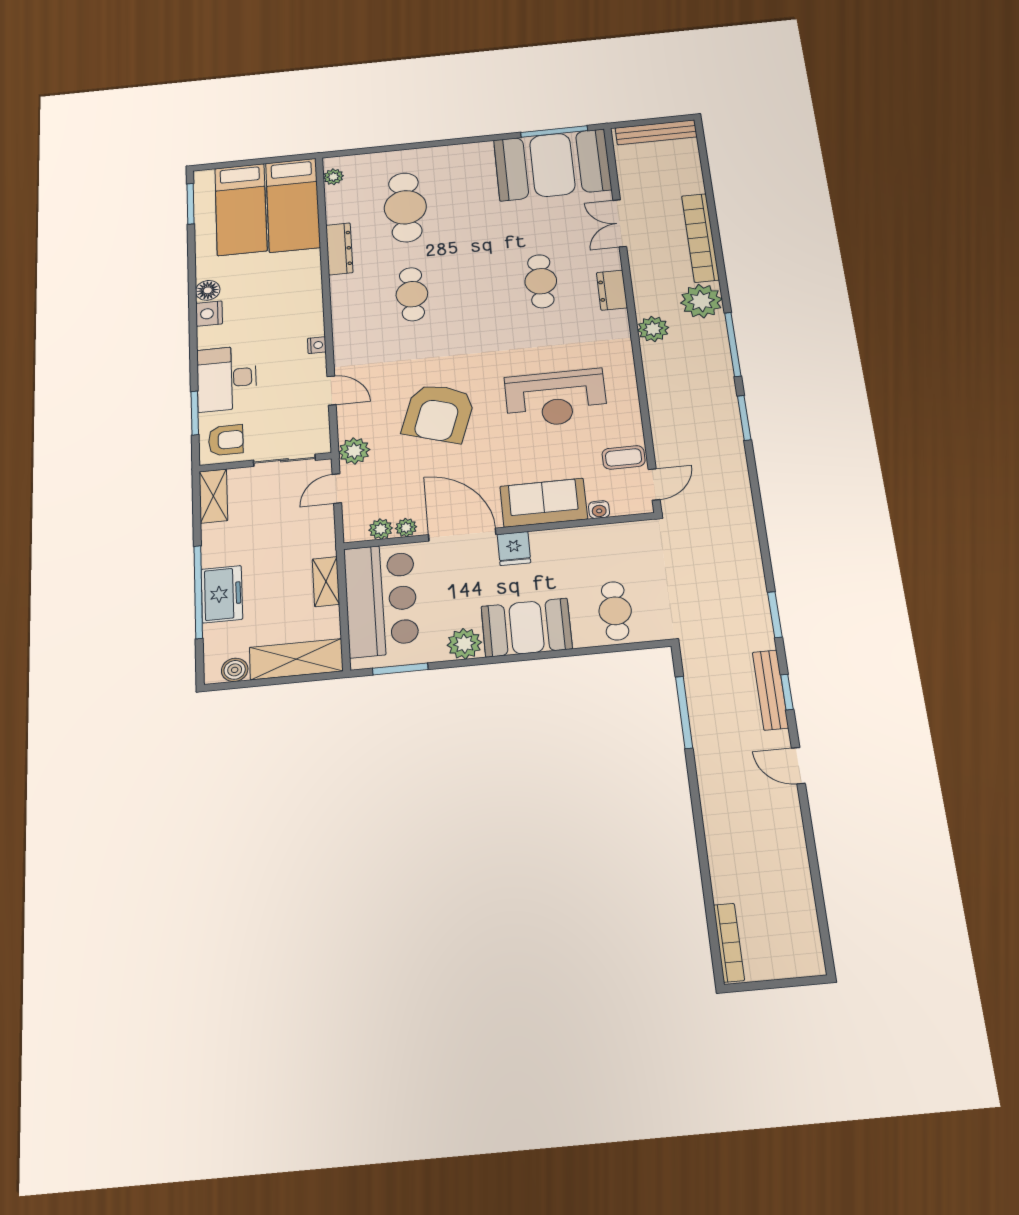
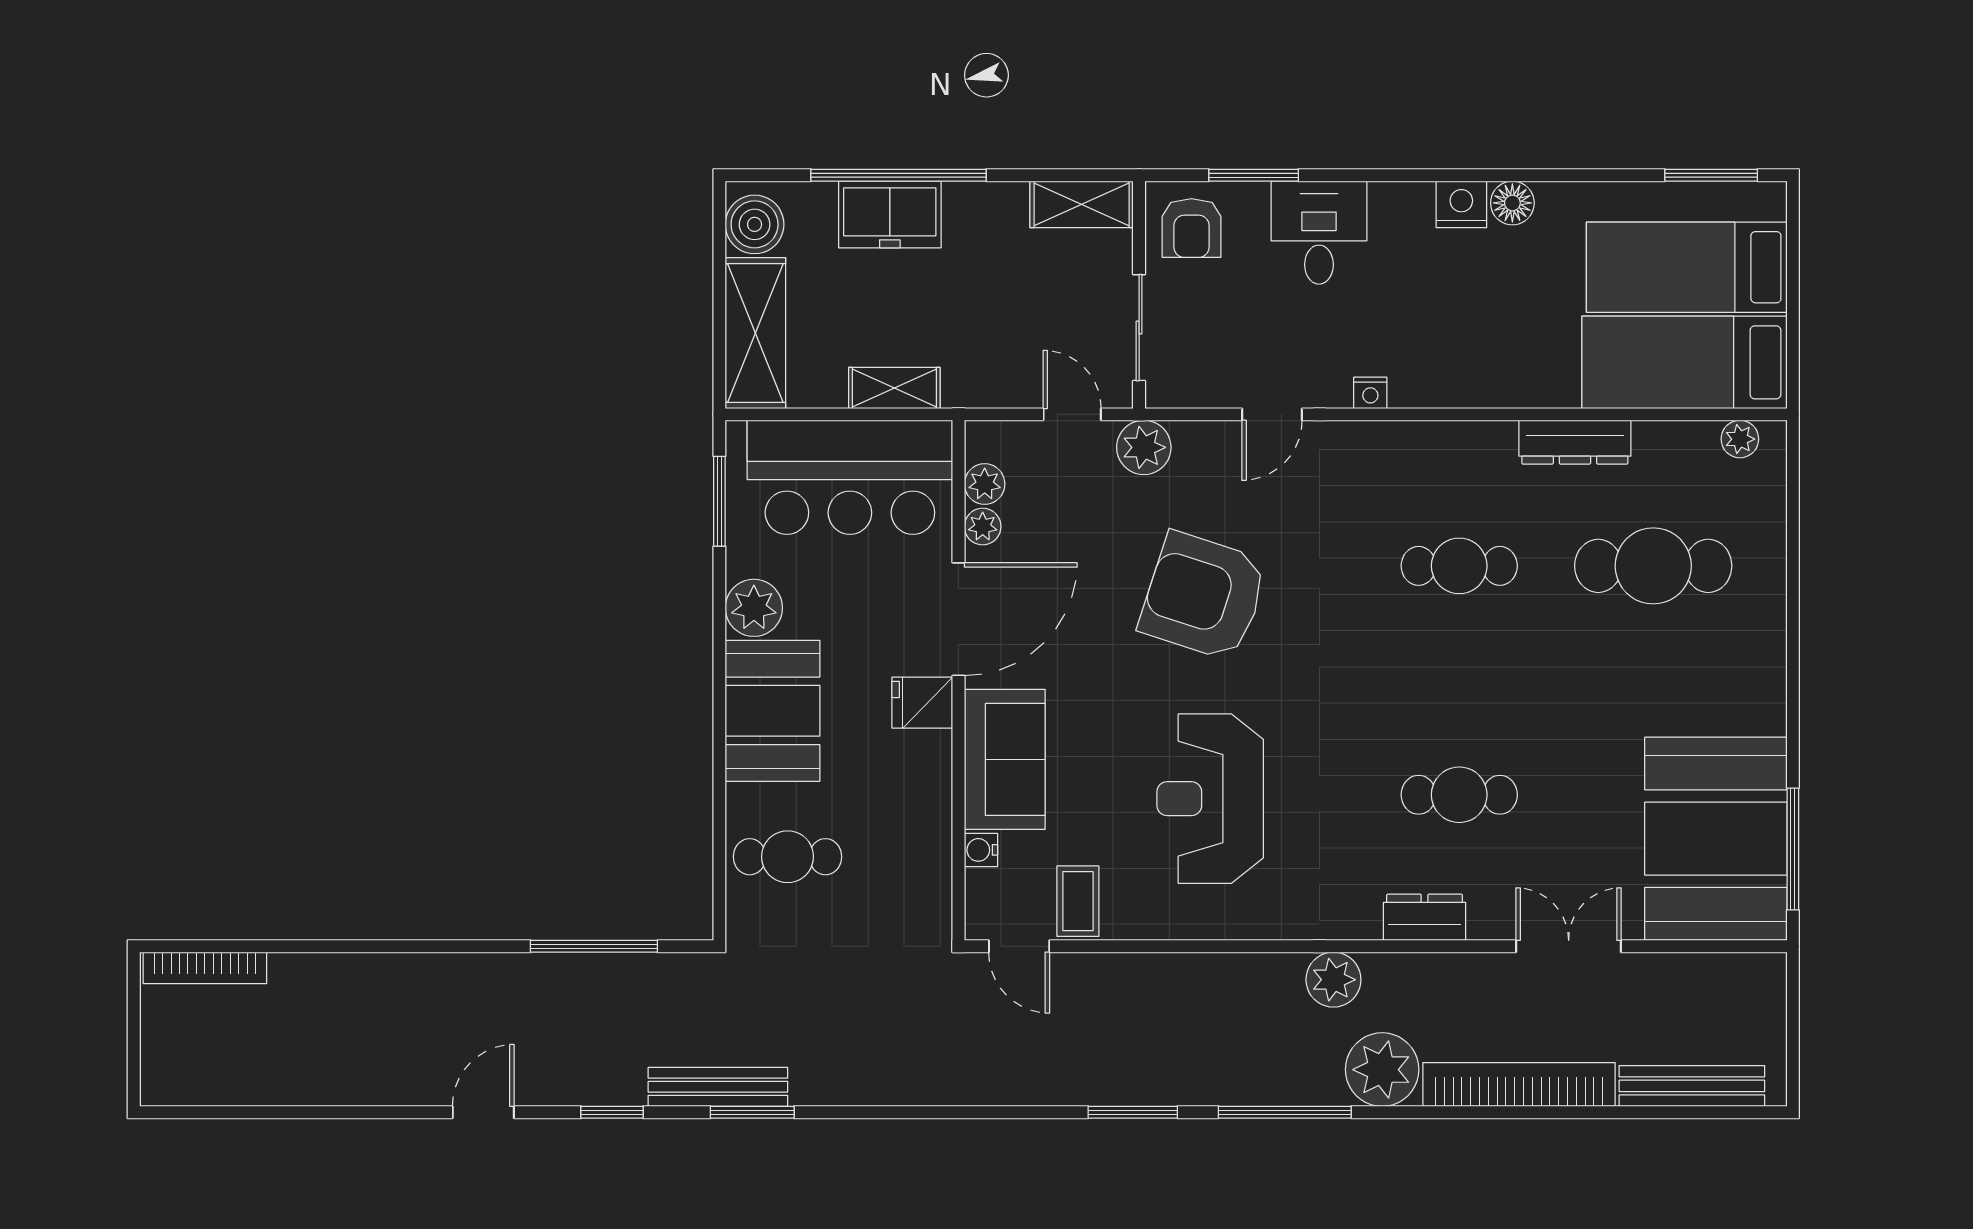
bench: (656, 132) -> (1692, 1086), moved, turned 90
desk: (227, 378) -> (1319, 233), width x0.73
boiler: (235, 670) -> (755, 224), width x1.36, depth x1.36
bench: (770, 690) -> (718, 1087), moved

